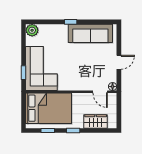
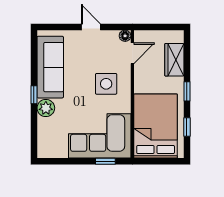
plant: (32, 30) -> (46, 108), moved
side table: (79, 73) -> (106, 84), added

